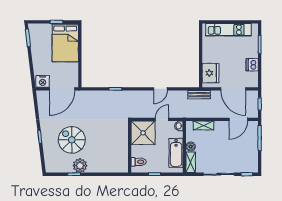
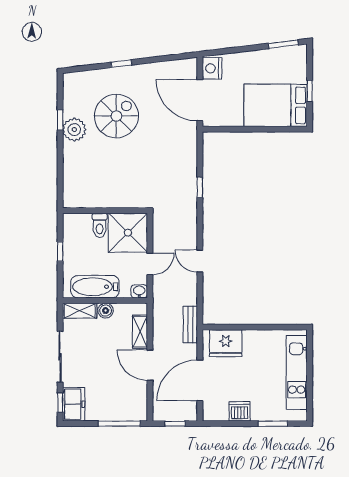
door: (162, 119) -> (150, 264), hinge flipped
door: (238, 119) -> (150, 365), moved
toilet: (139, 162) -> (100, 225), moved
freezer: (248, 166) -> (74, 404), added

